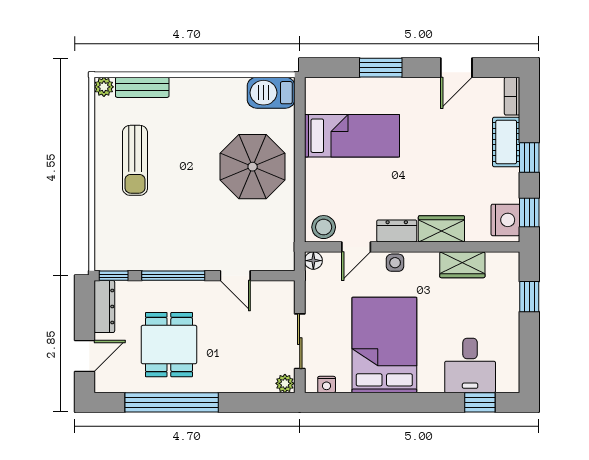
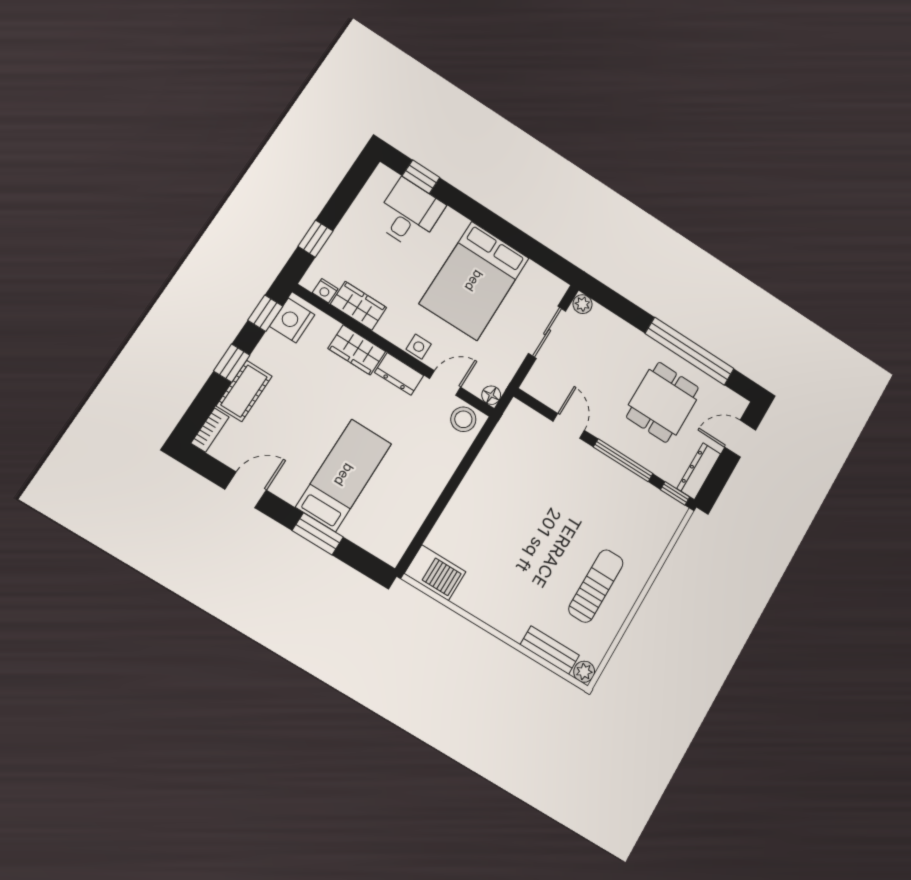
bed: (352, 136) -> (344, 475), moved, turned 90
parasol: (253, 167) -> (494, 514), removed
nightstand: (327, 385) -> (325, 291), moved, turned 180

